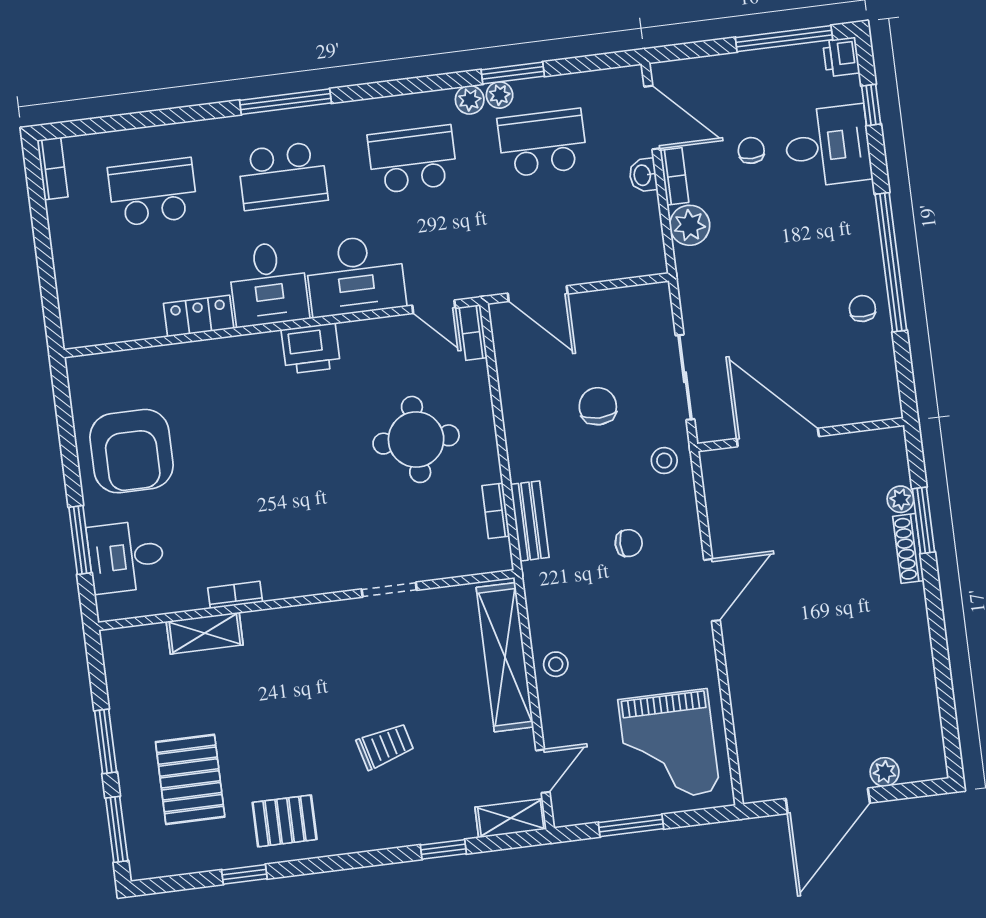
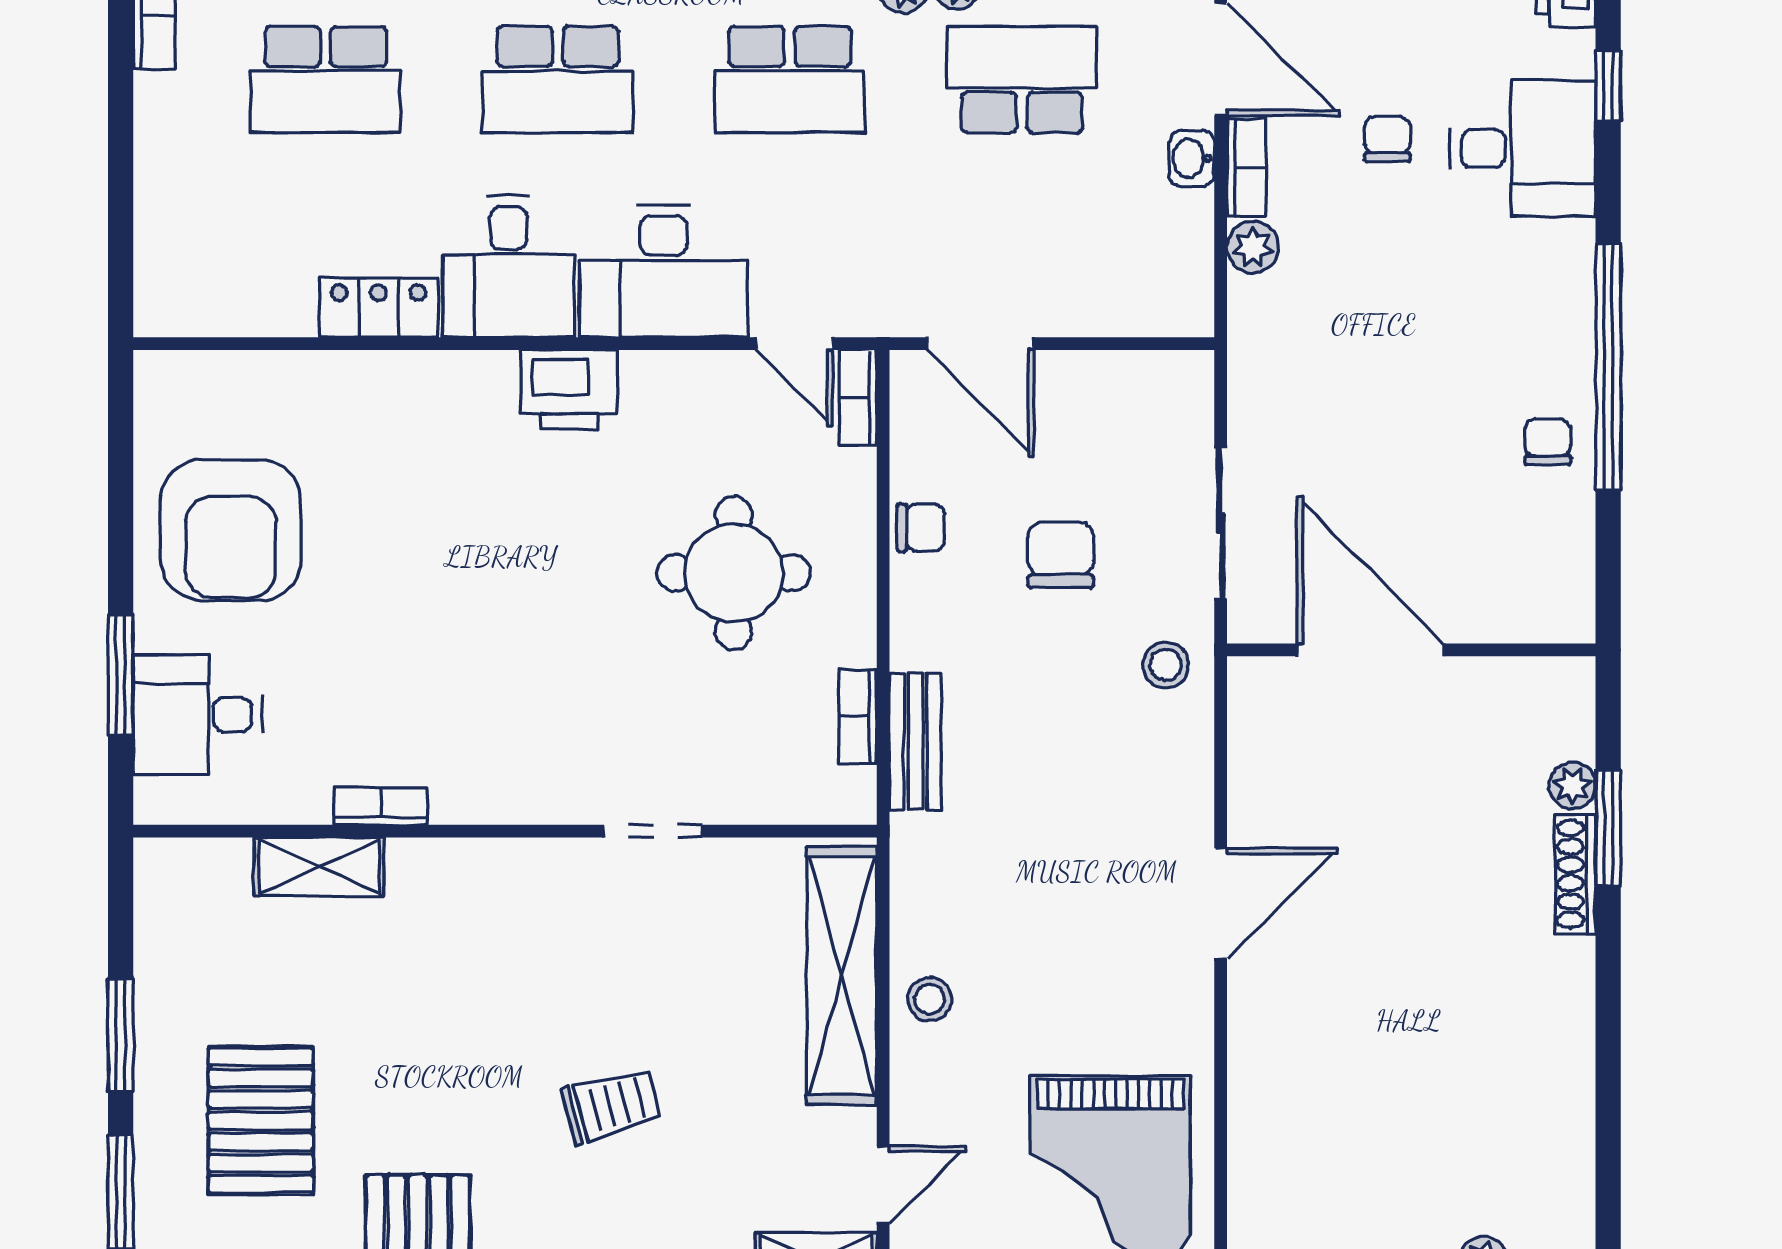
school desk: (413, 159) -> (790, 79), turned 180
school desk: (153, 192) -> (326, 79), turned 180
plant: (690, 225) -> (1253, 247), width x0.73, depth x0.73
chair: (629, 543) -> (921, 528), moved

